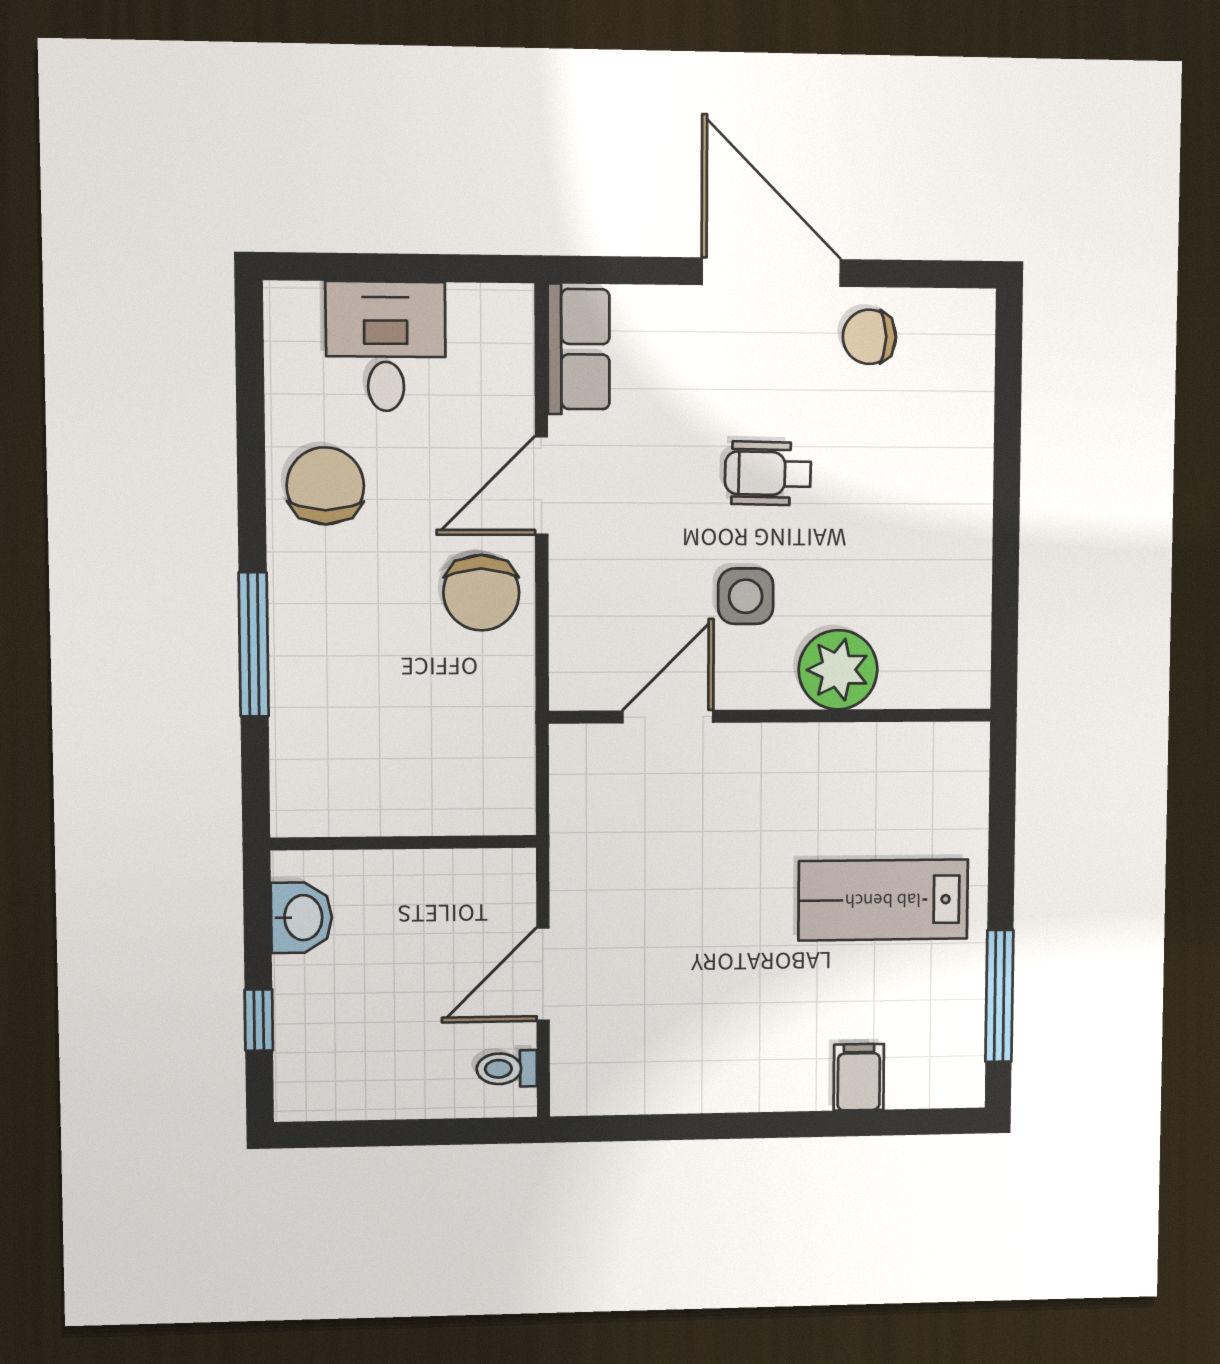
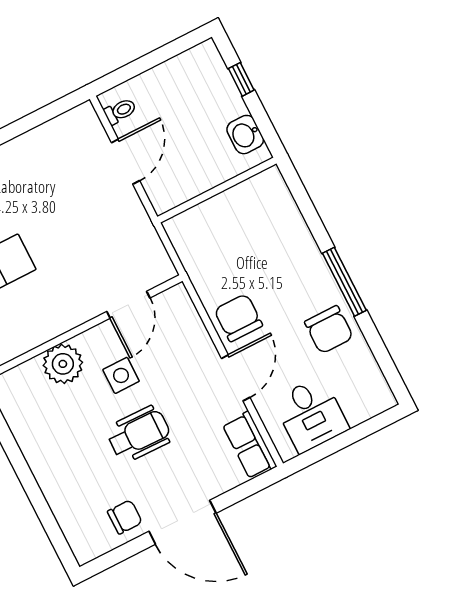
desk: (386, 346) -> (311, 415), moved
wheelchair: (768, 473) -> (139, 434), width x1.36, depth x1.37
window: (254, 645) -> (344, 282), moved

